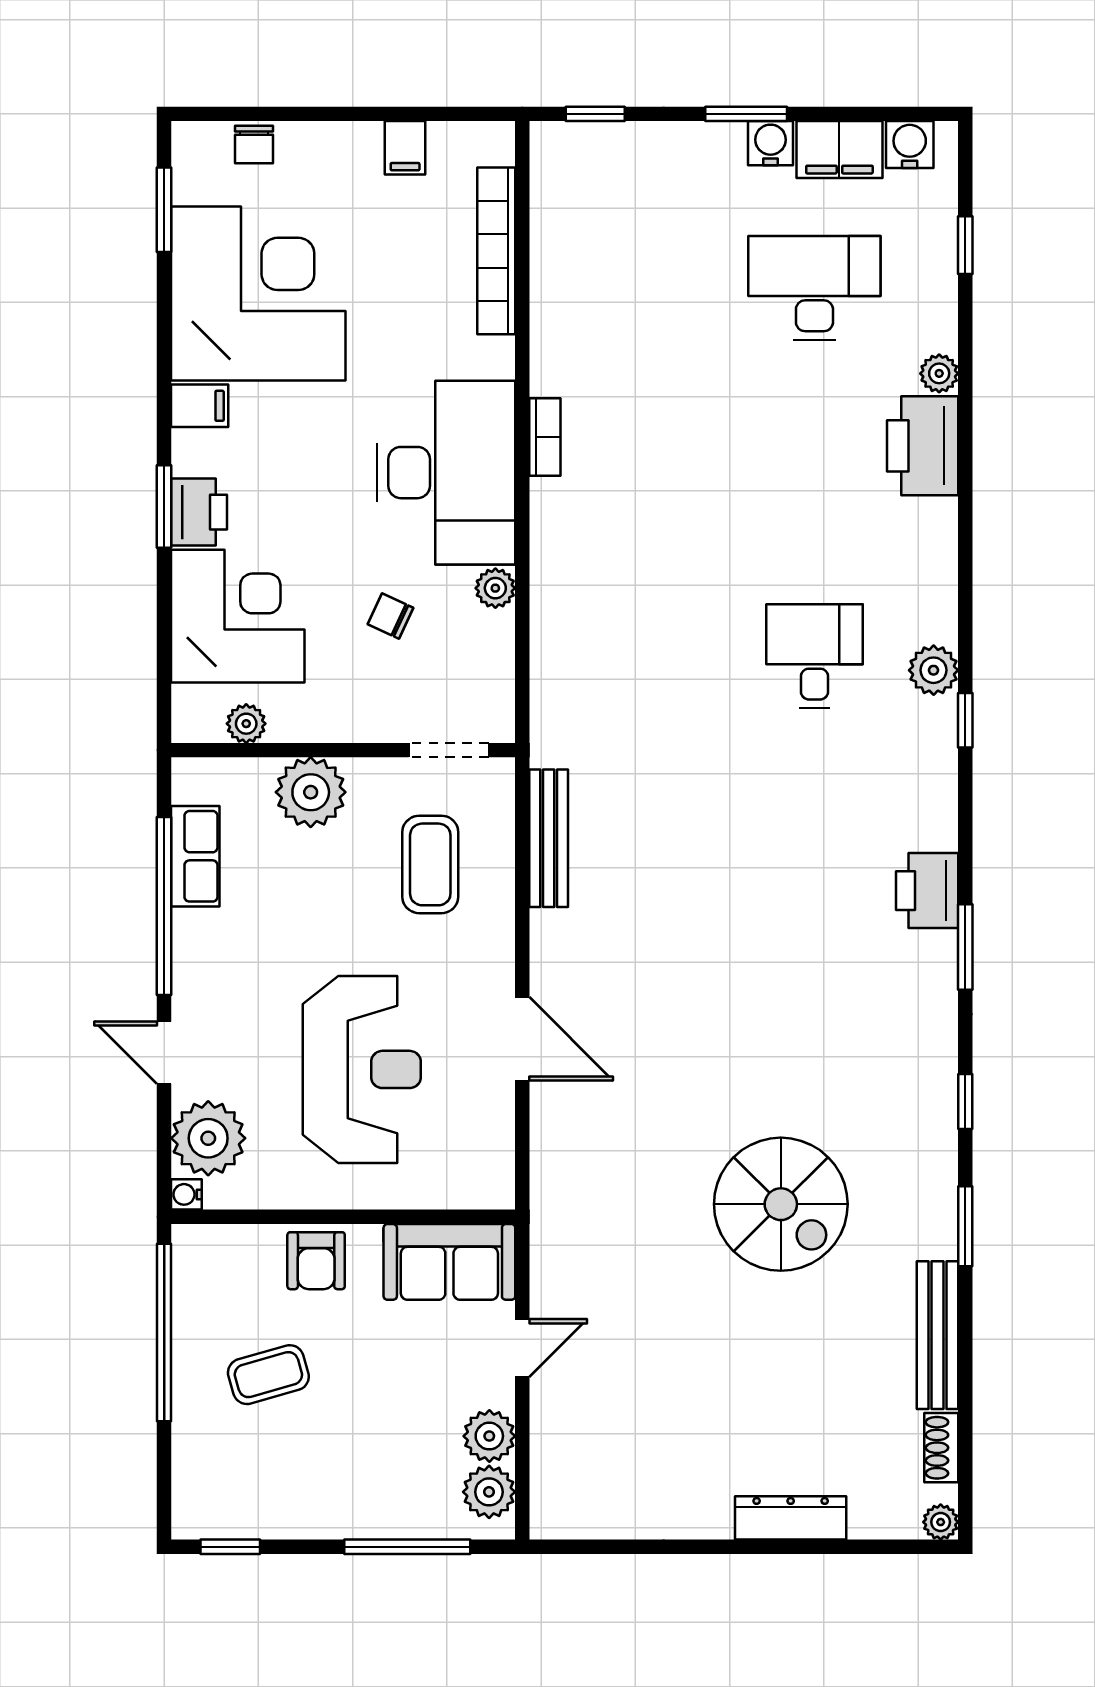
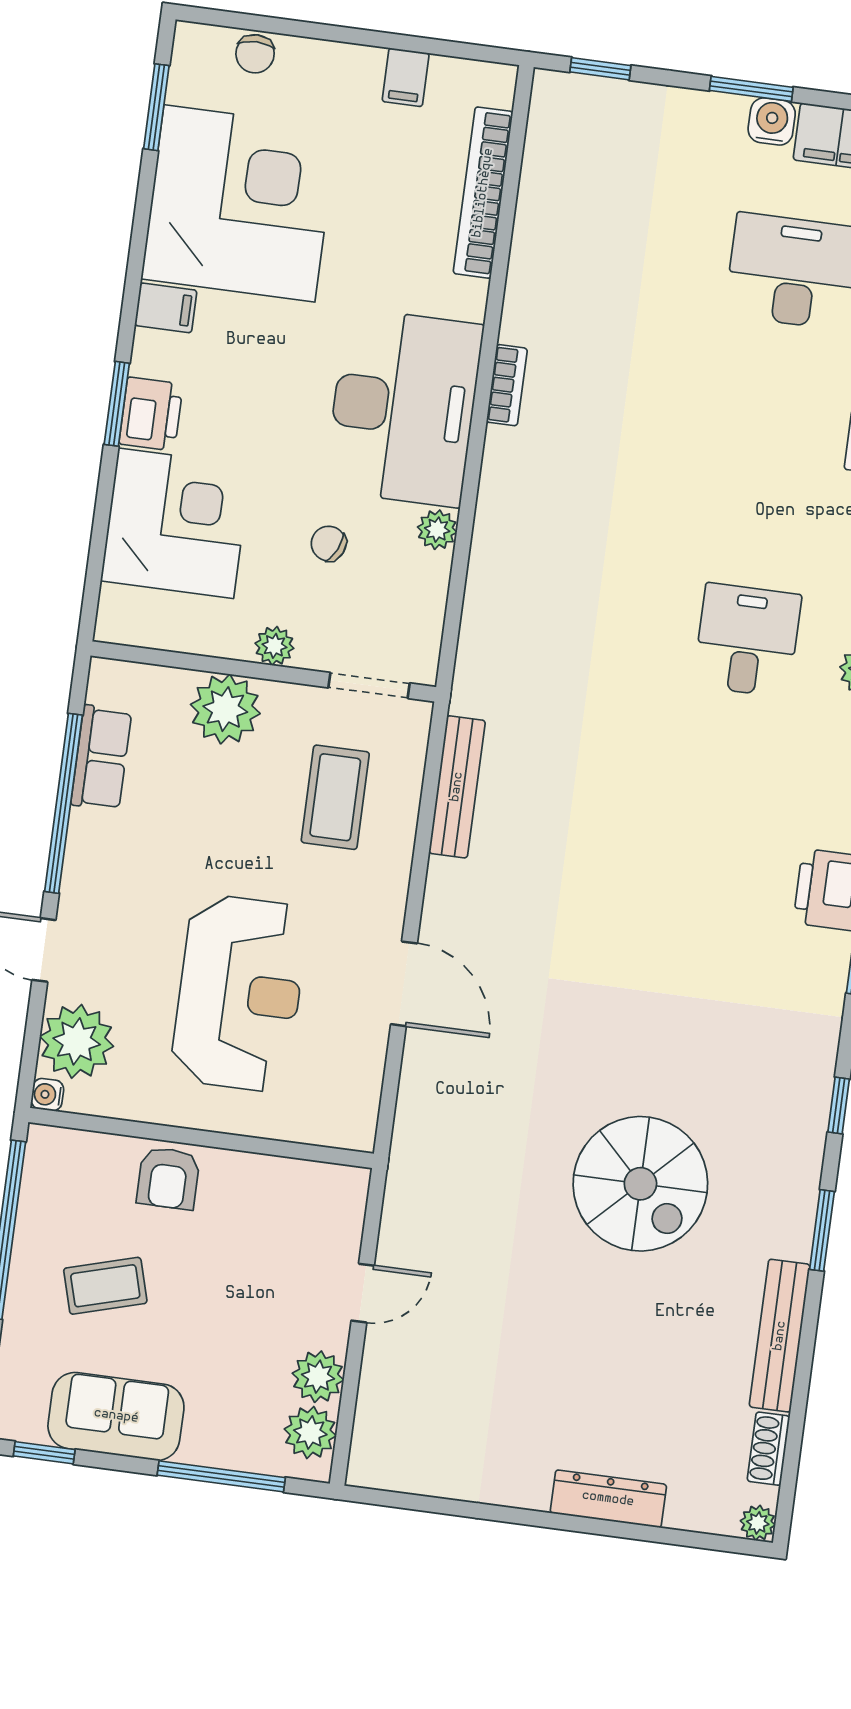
plant: (246, 724) -> (274, 646), moved
sofa: (449, 1262) -> (116, 1416), moved, turned 180

